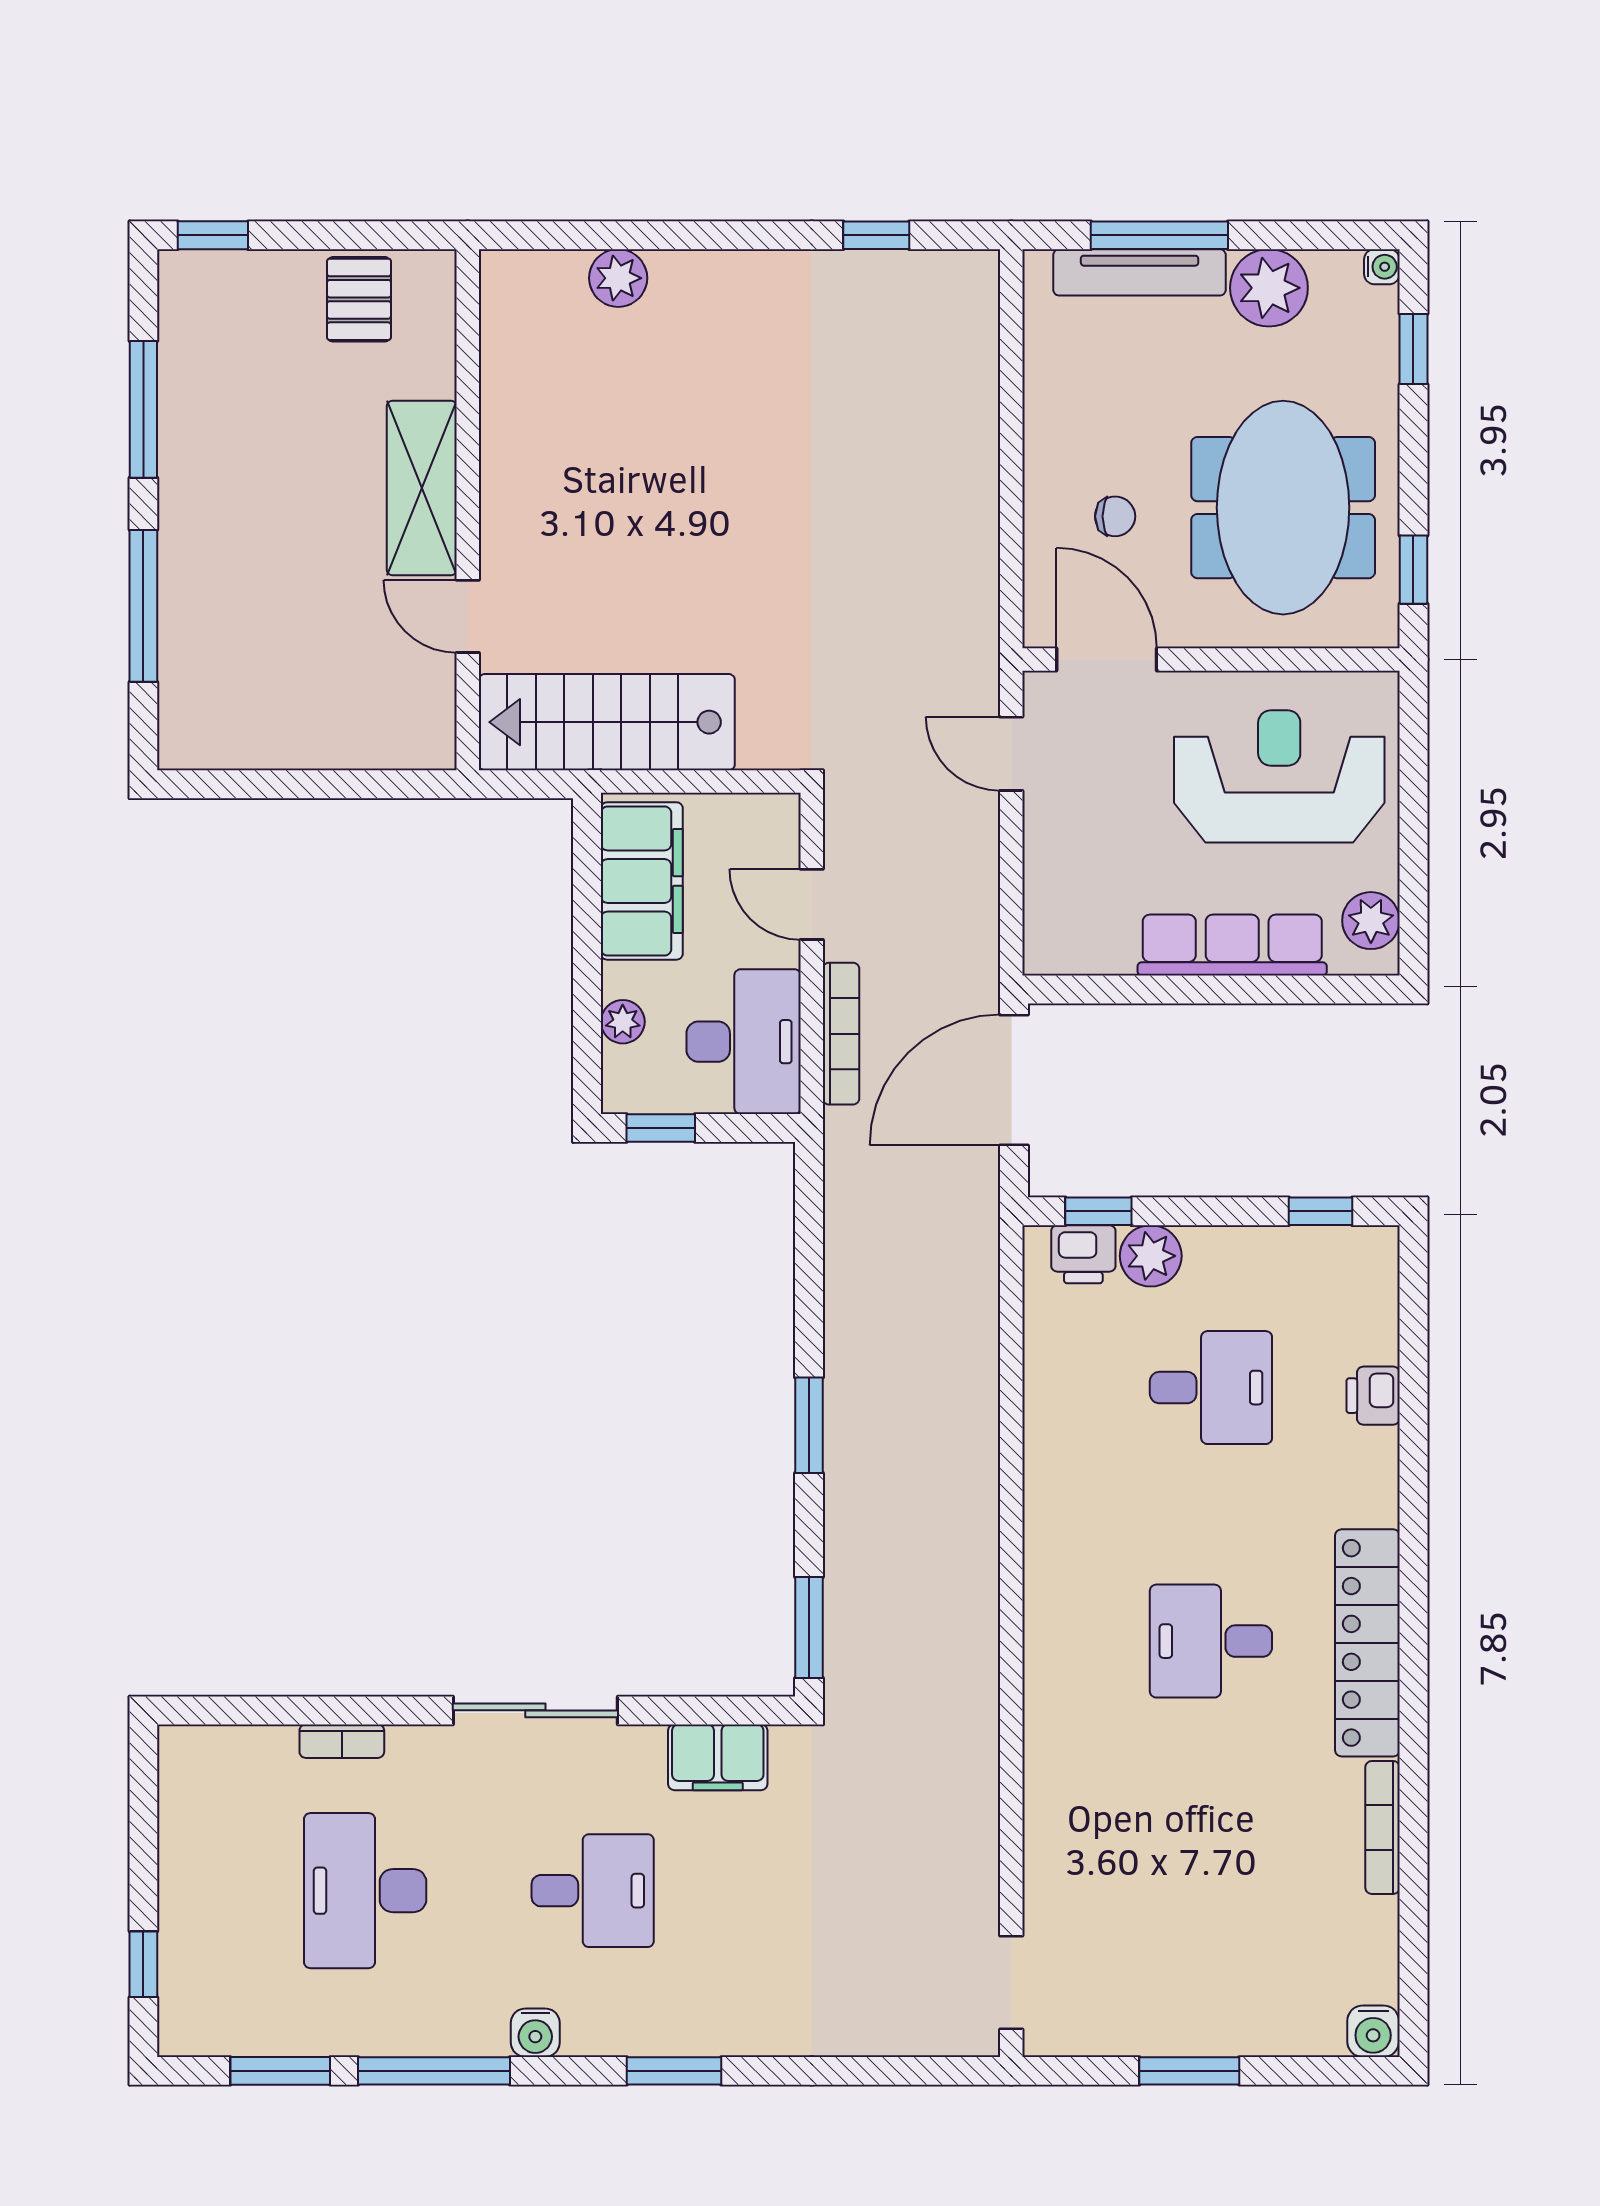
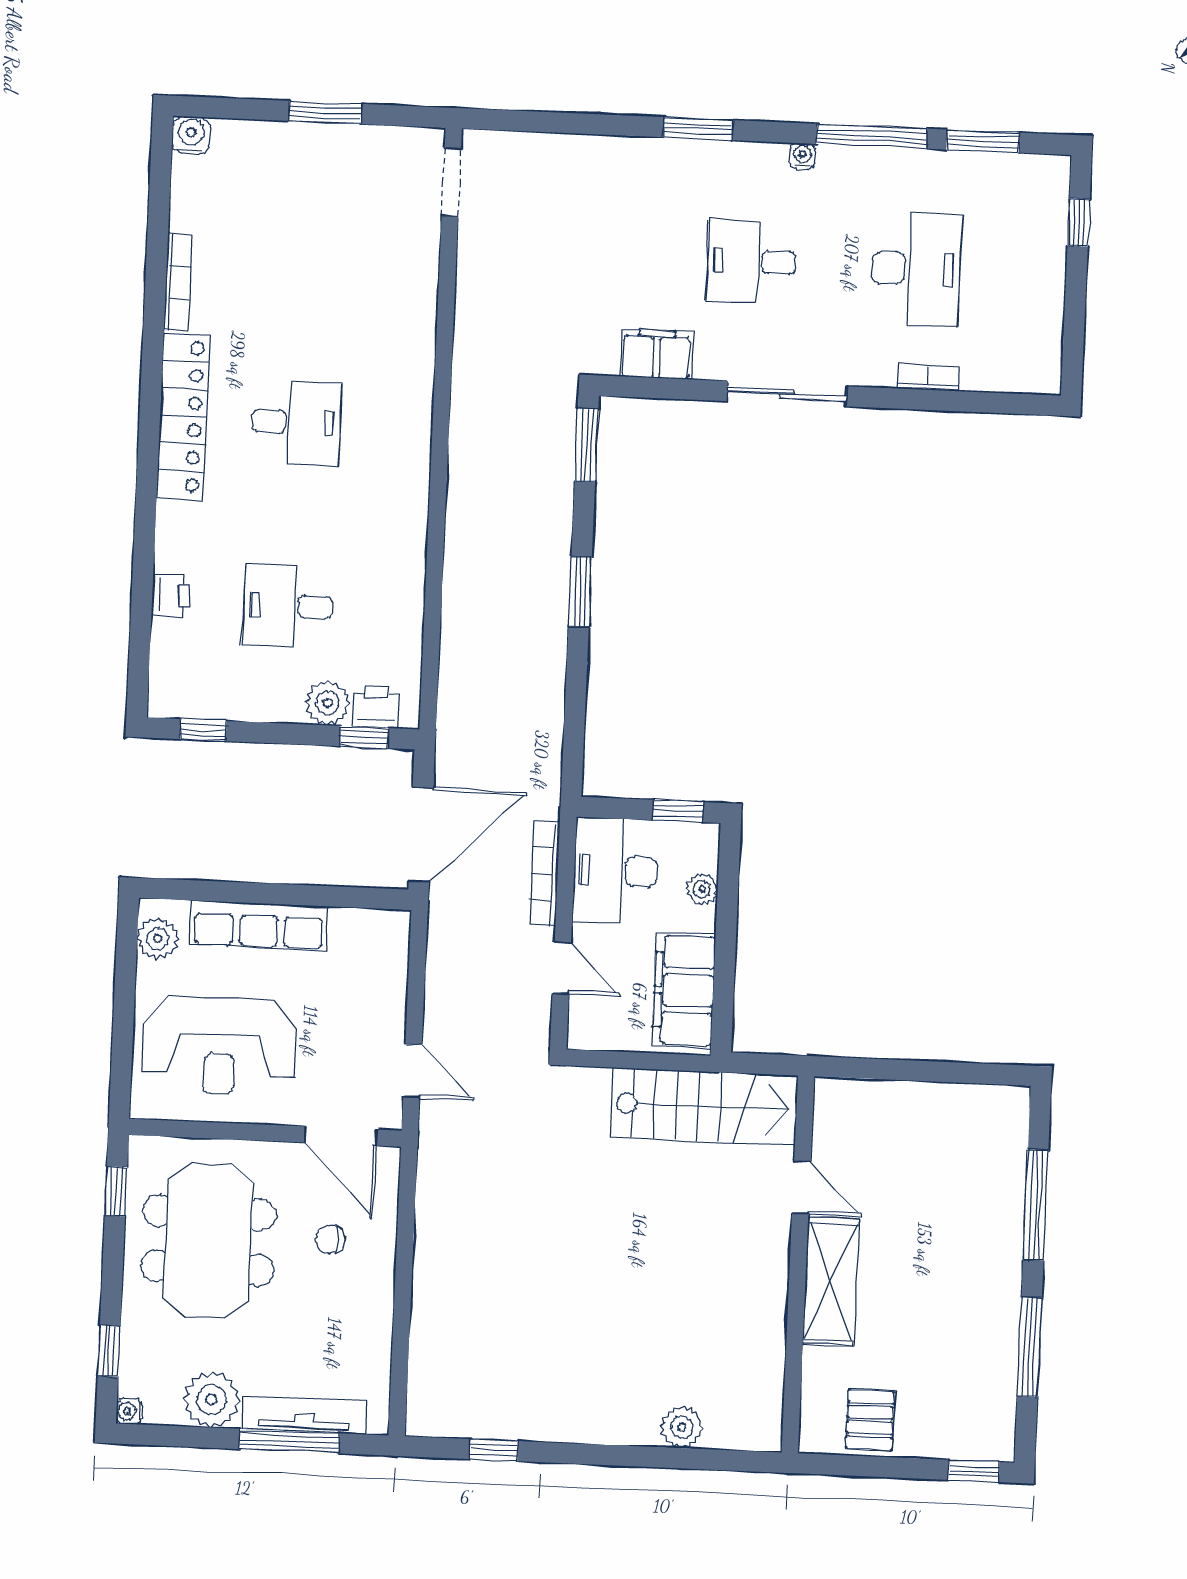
water cooler: (535, 2033) -> (802, 156), width x0.72, depth x0.72

